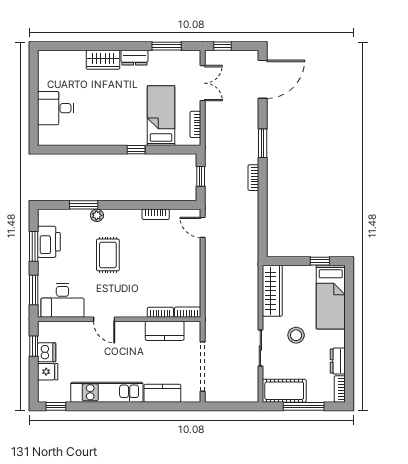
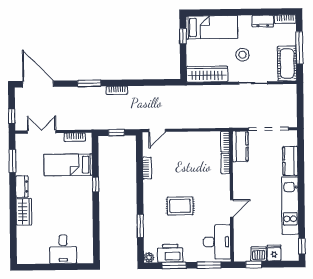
plant: (97, 215) -> (149, 257), moved
kitchen counter: (165, 331) -> (240, 146), moved

